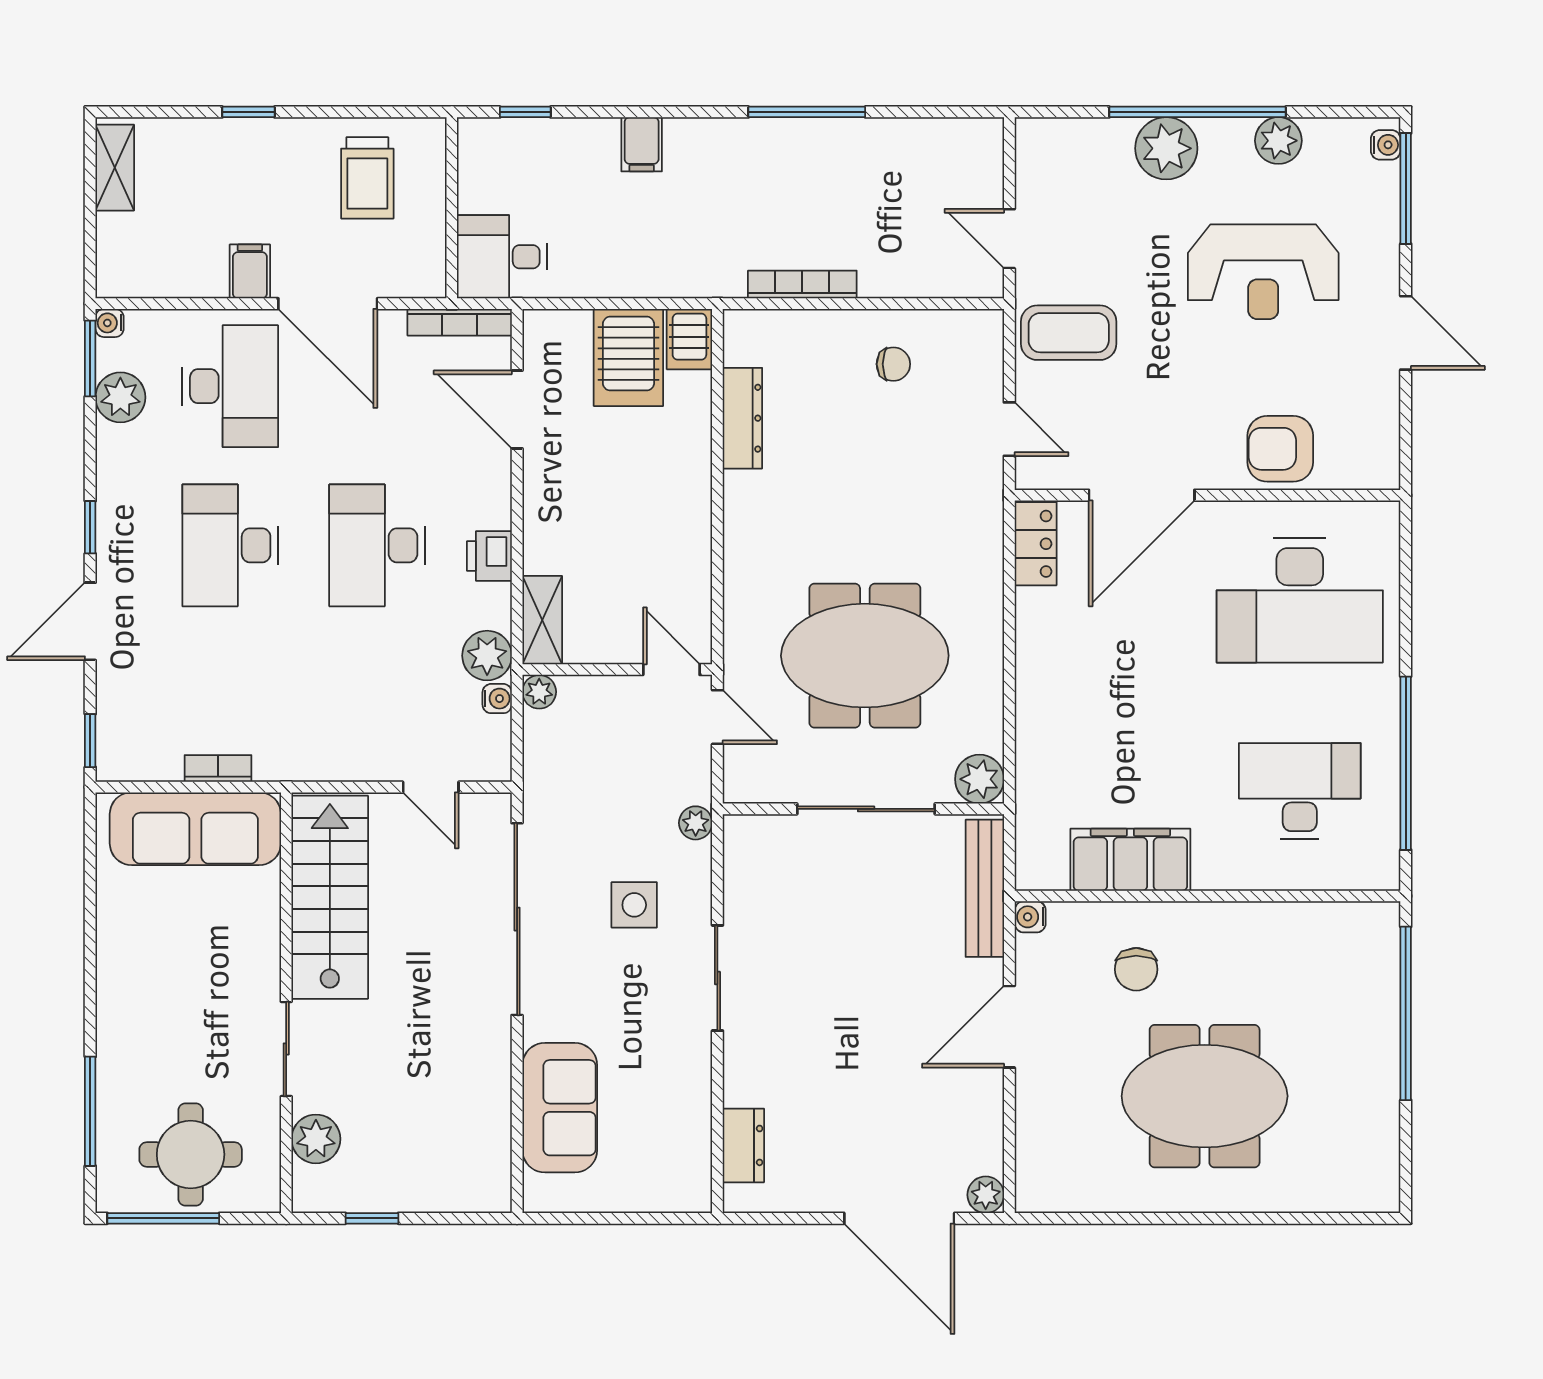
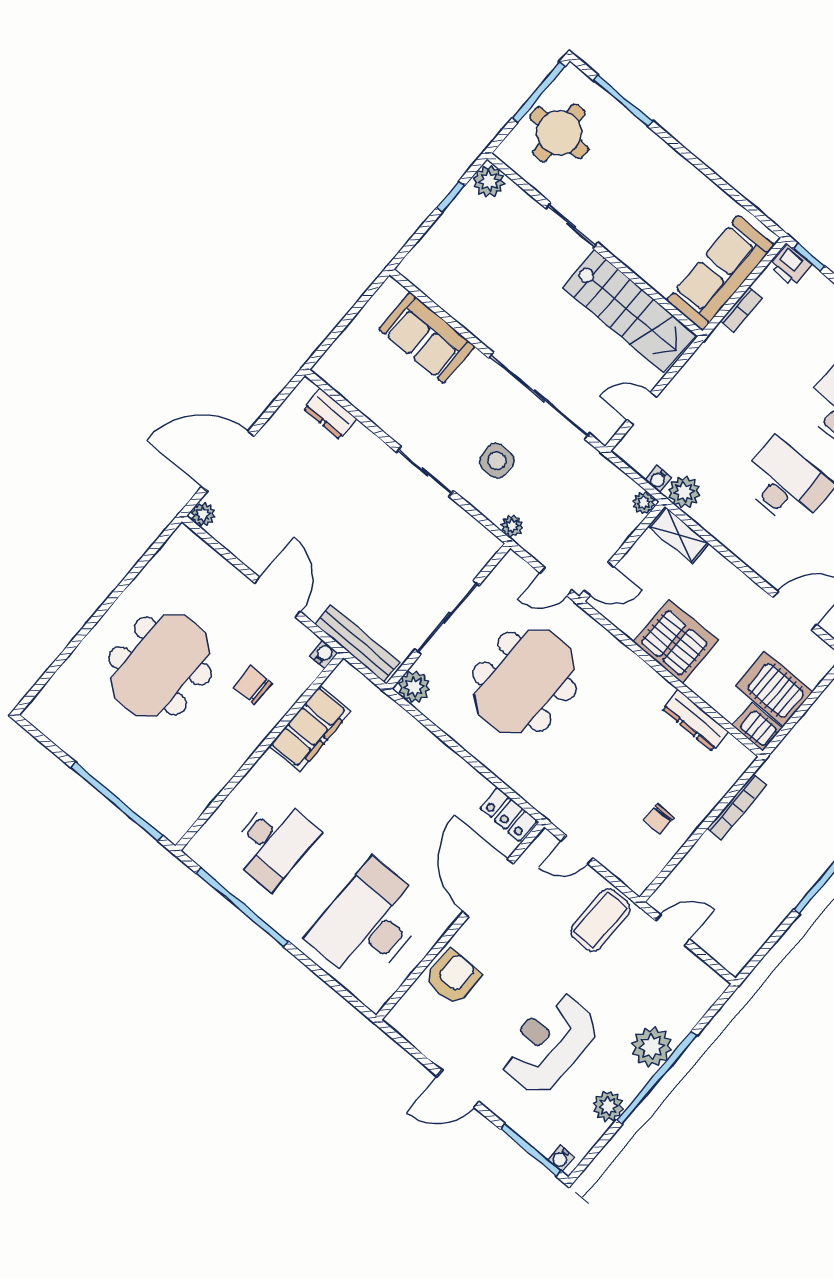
server rack: (669, 519) -> (676, 641), added
printer: (489, 556) -> (790, 265), moved, turned 180
plant: (316, 1139) -> (489, 181), moved

